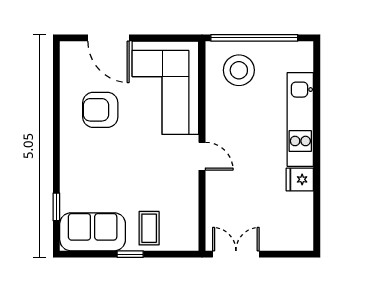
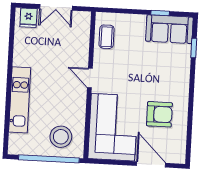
fridge: (300, 179) -> (28, 18), moved, turned 90
coffee table: (149, 228) -> (107, 37), moved
window: (130, 254) -> (160, 13), moved
double door: (236, 254) -> (56, 7), moved

